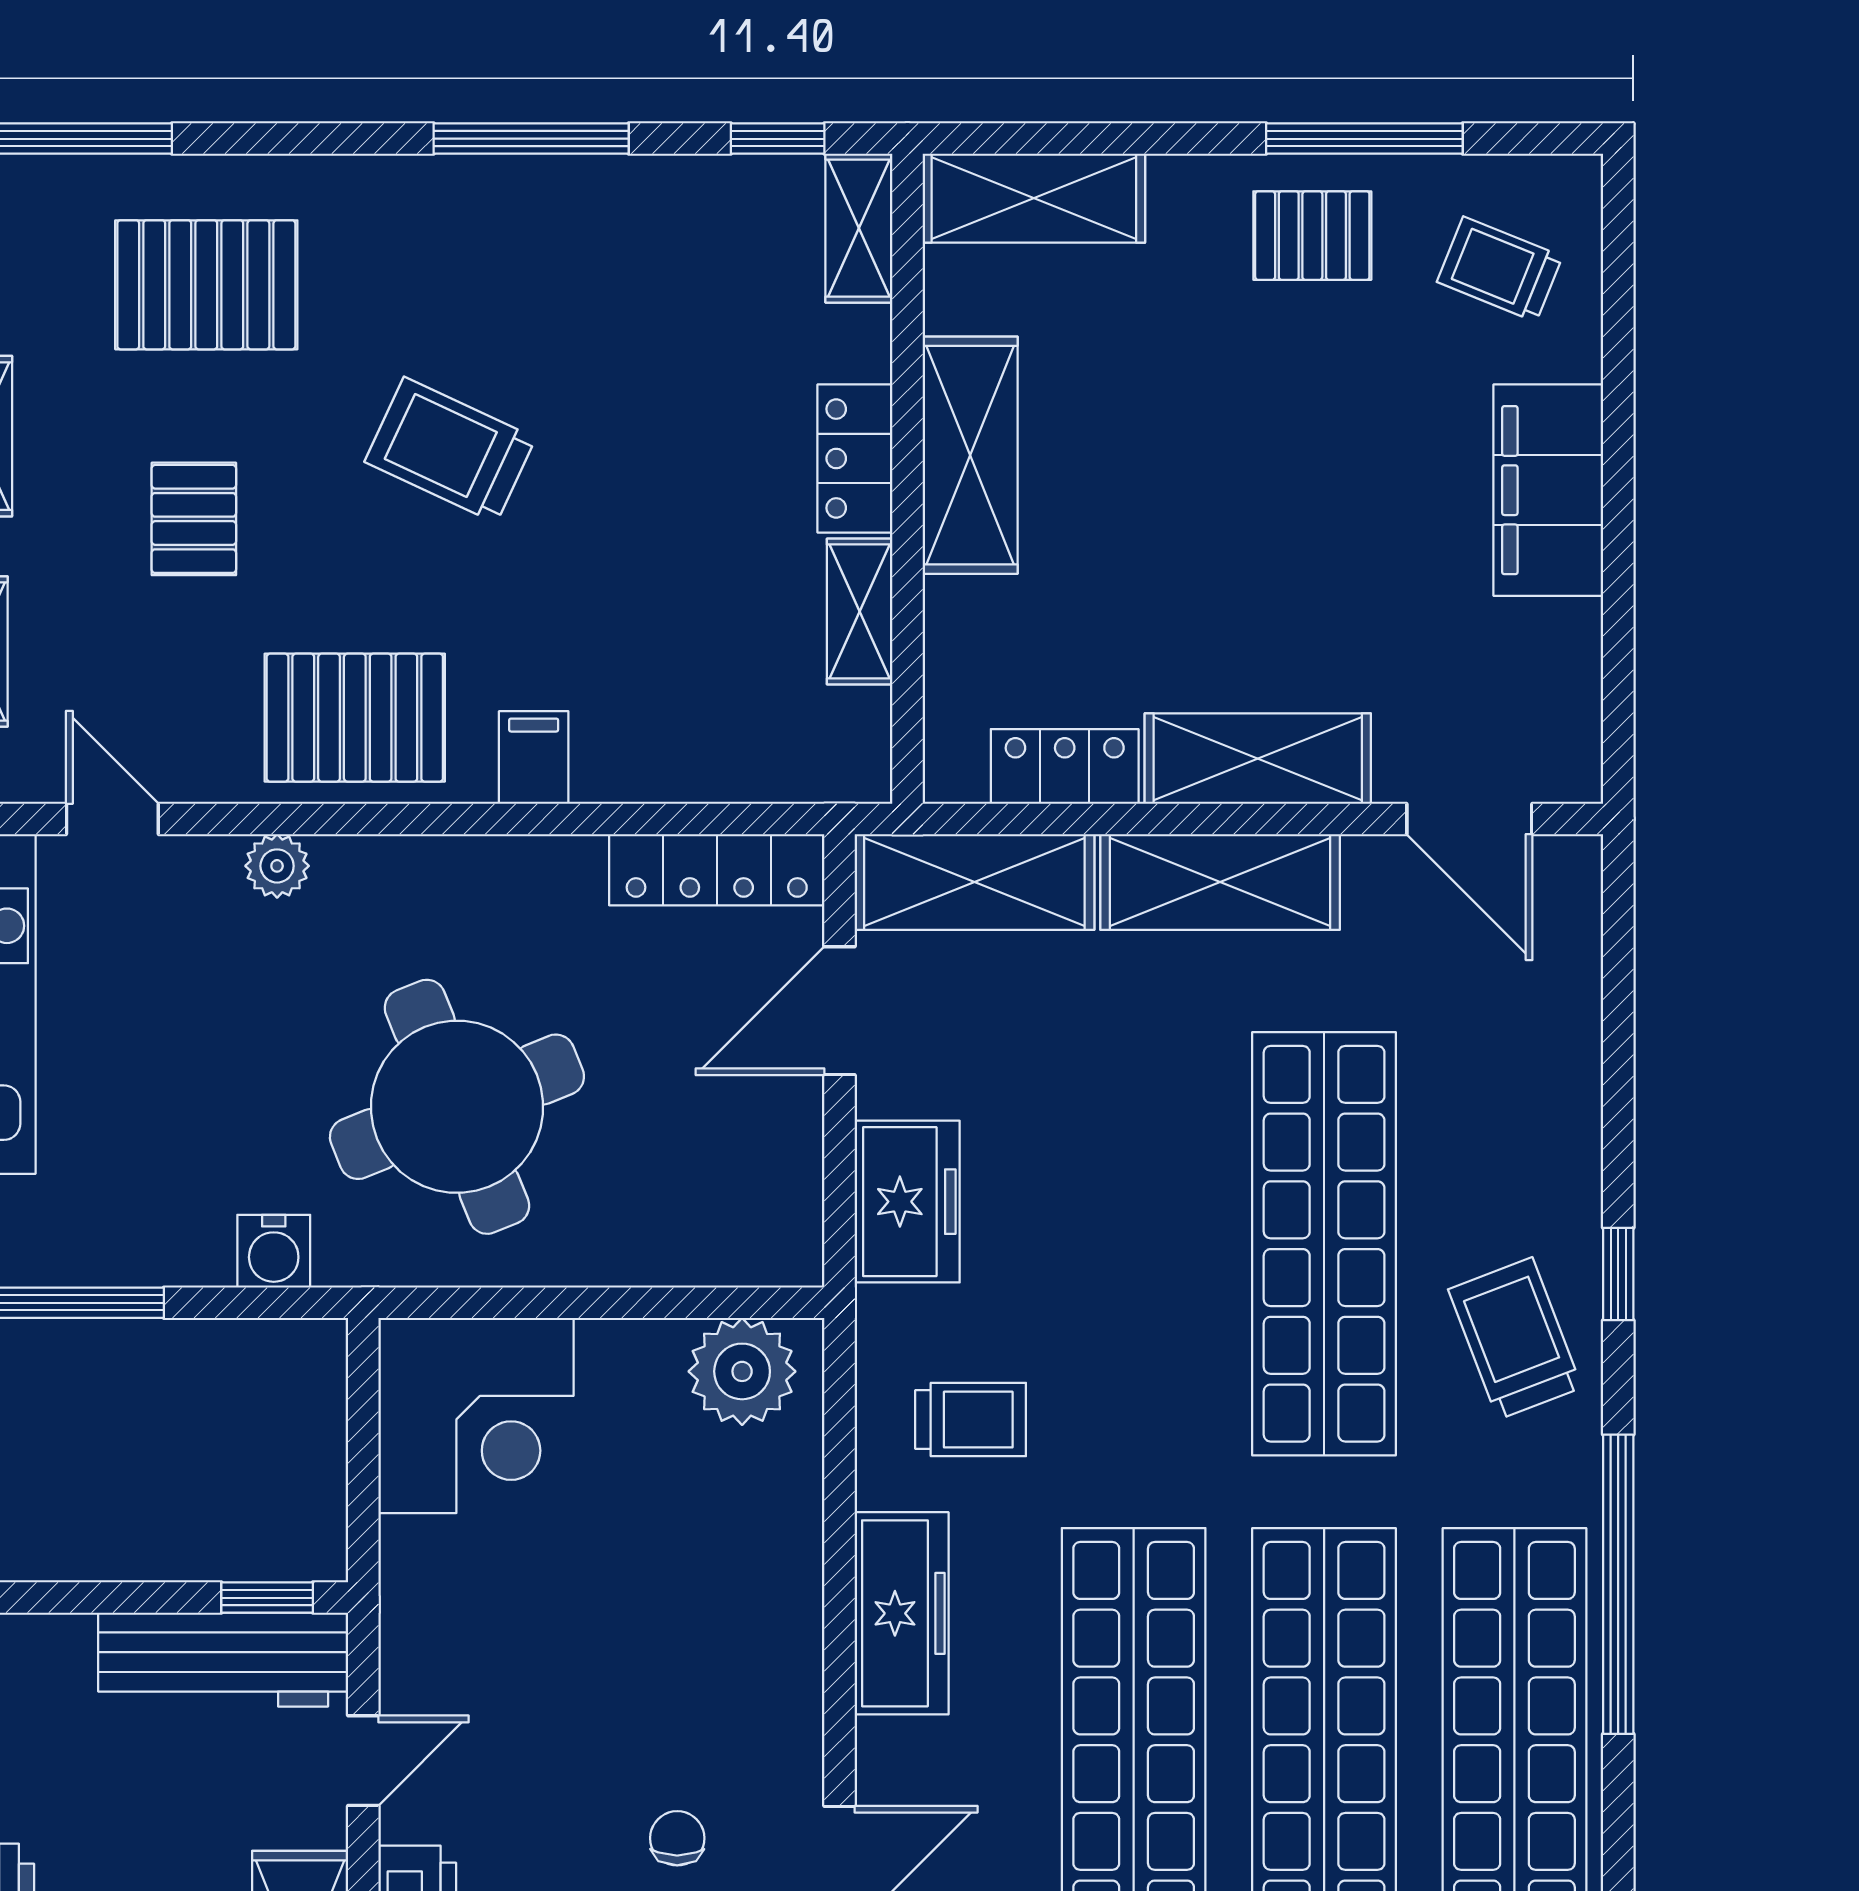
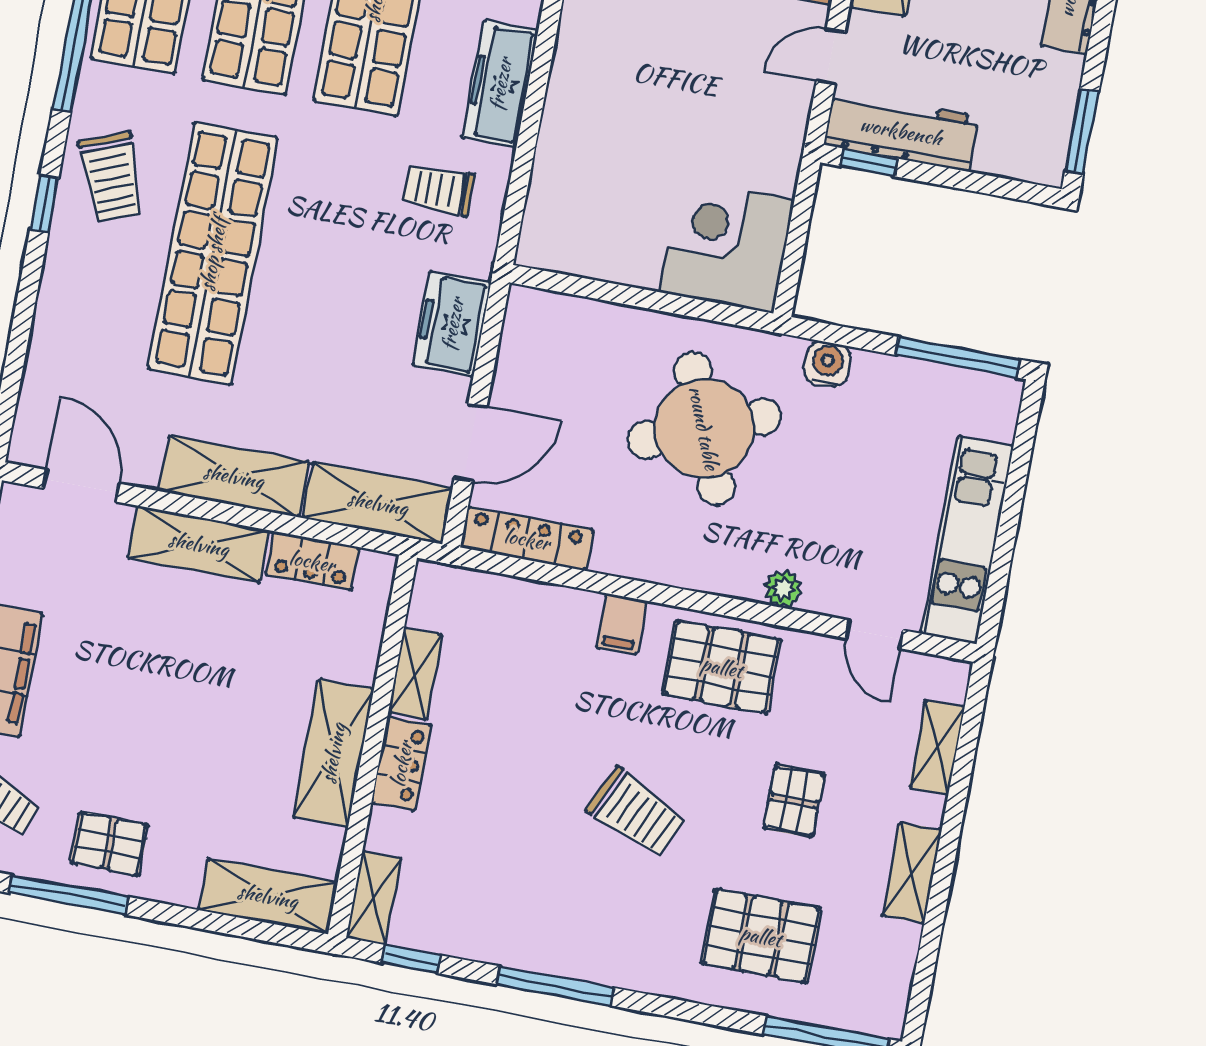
plant: (742, 1371) -> (567, 243), removed

